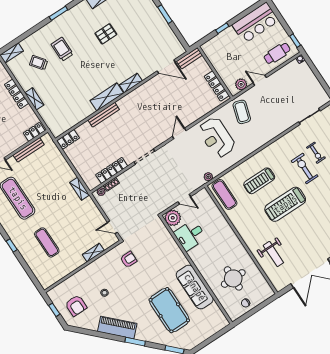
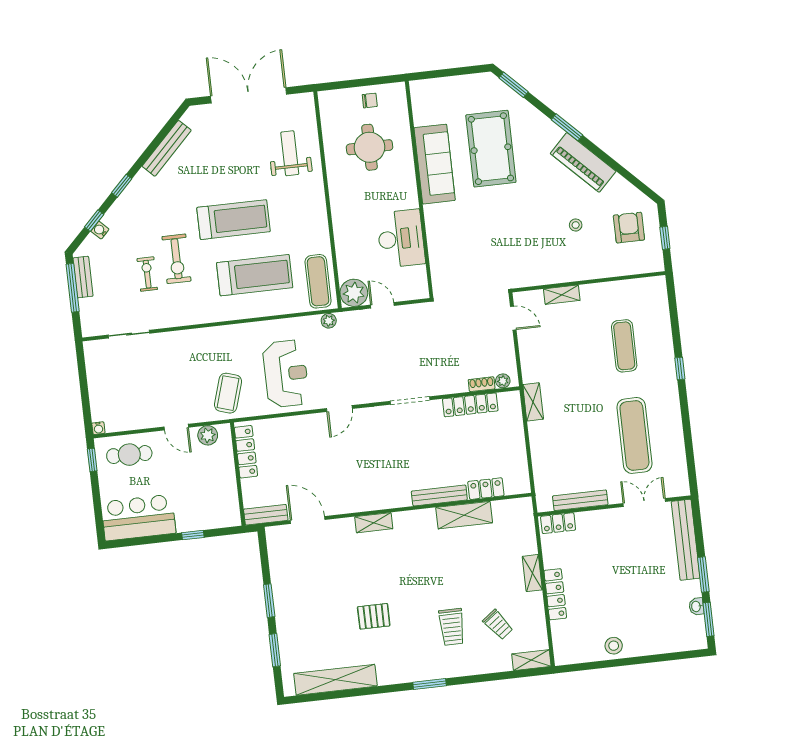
shelving: (107, 97) -> (464, 515), moved
locker: (68, 139) -> (486, 489), moved
treadmill: (259, 181) -> (255, 275), width x1.37, depth x1.38
plant: (173, 218) -> (354, 293), moved
desk: (190, 235) -> (401, 239), width x1.37
armchair: (128, 259) -> (514, 257), removed

